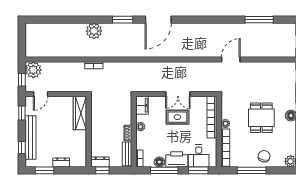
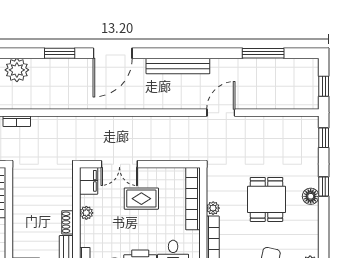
bench: (202, 28) -> (178, 66), added
double door: (178, 94) -> (119, 164), moved

